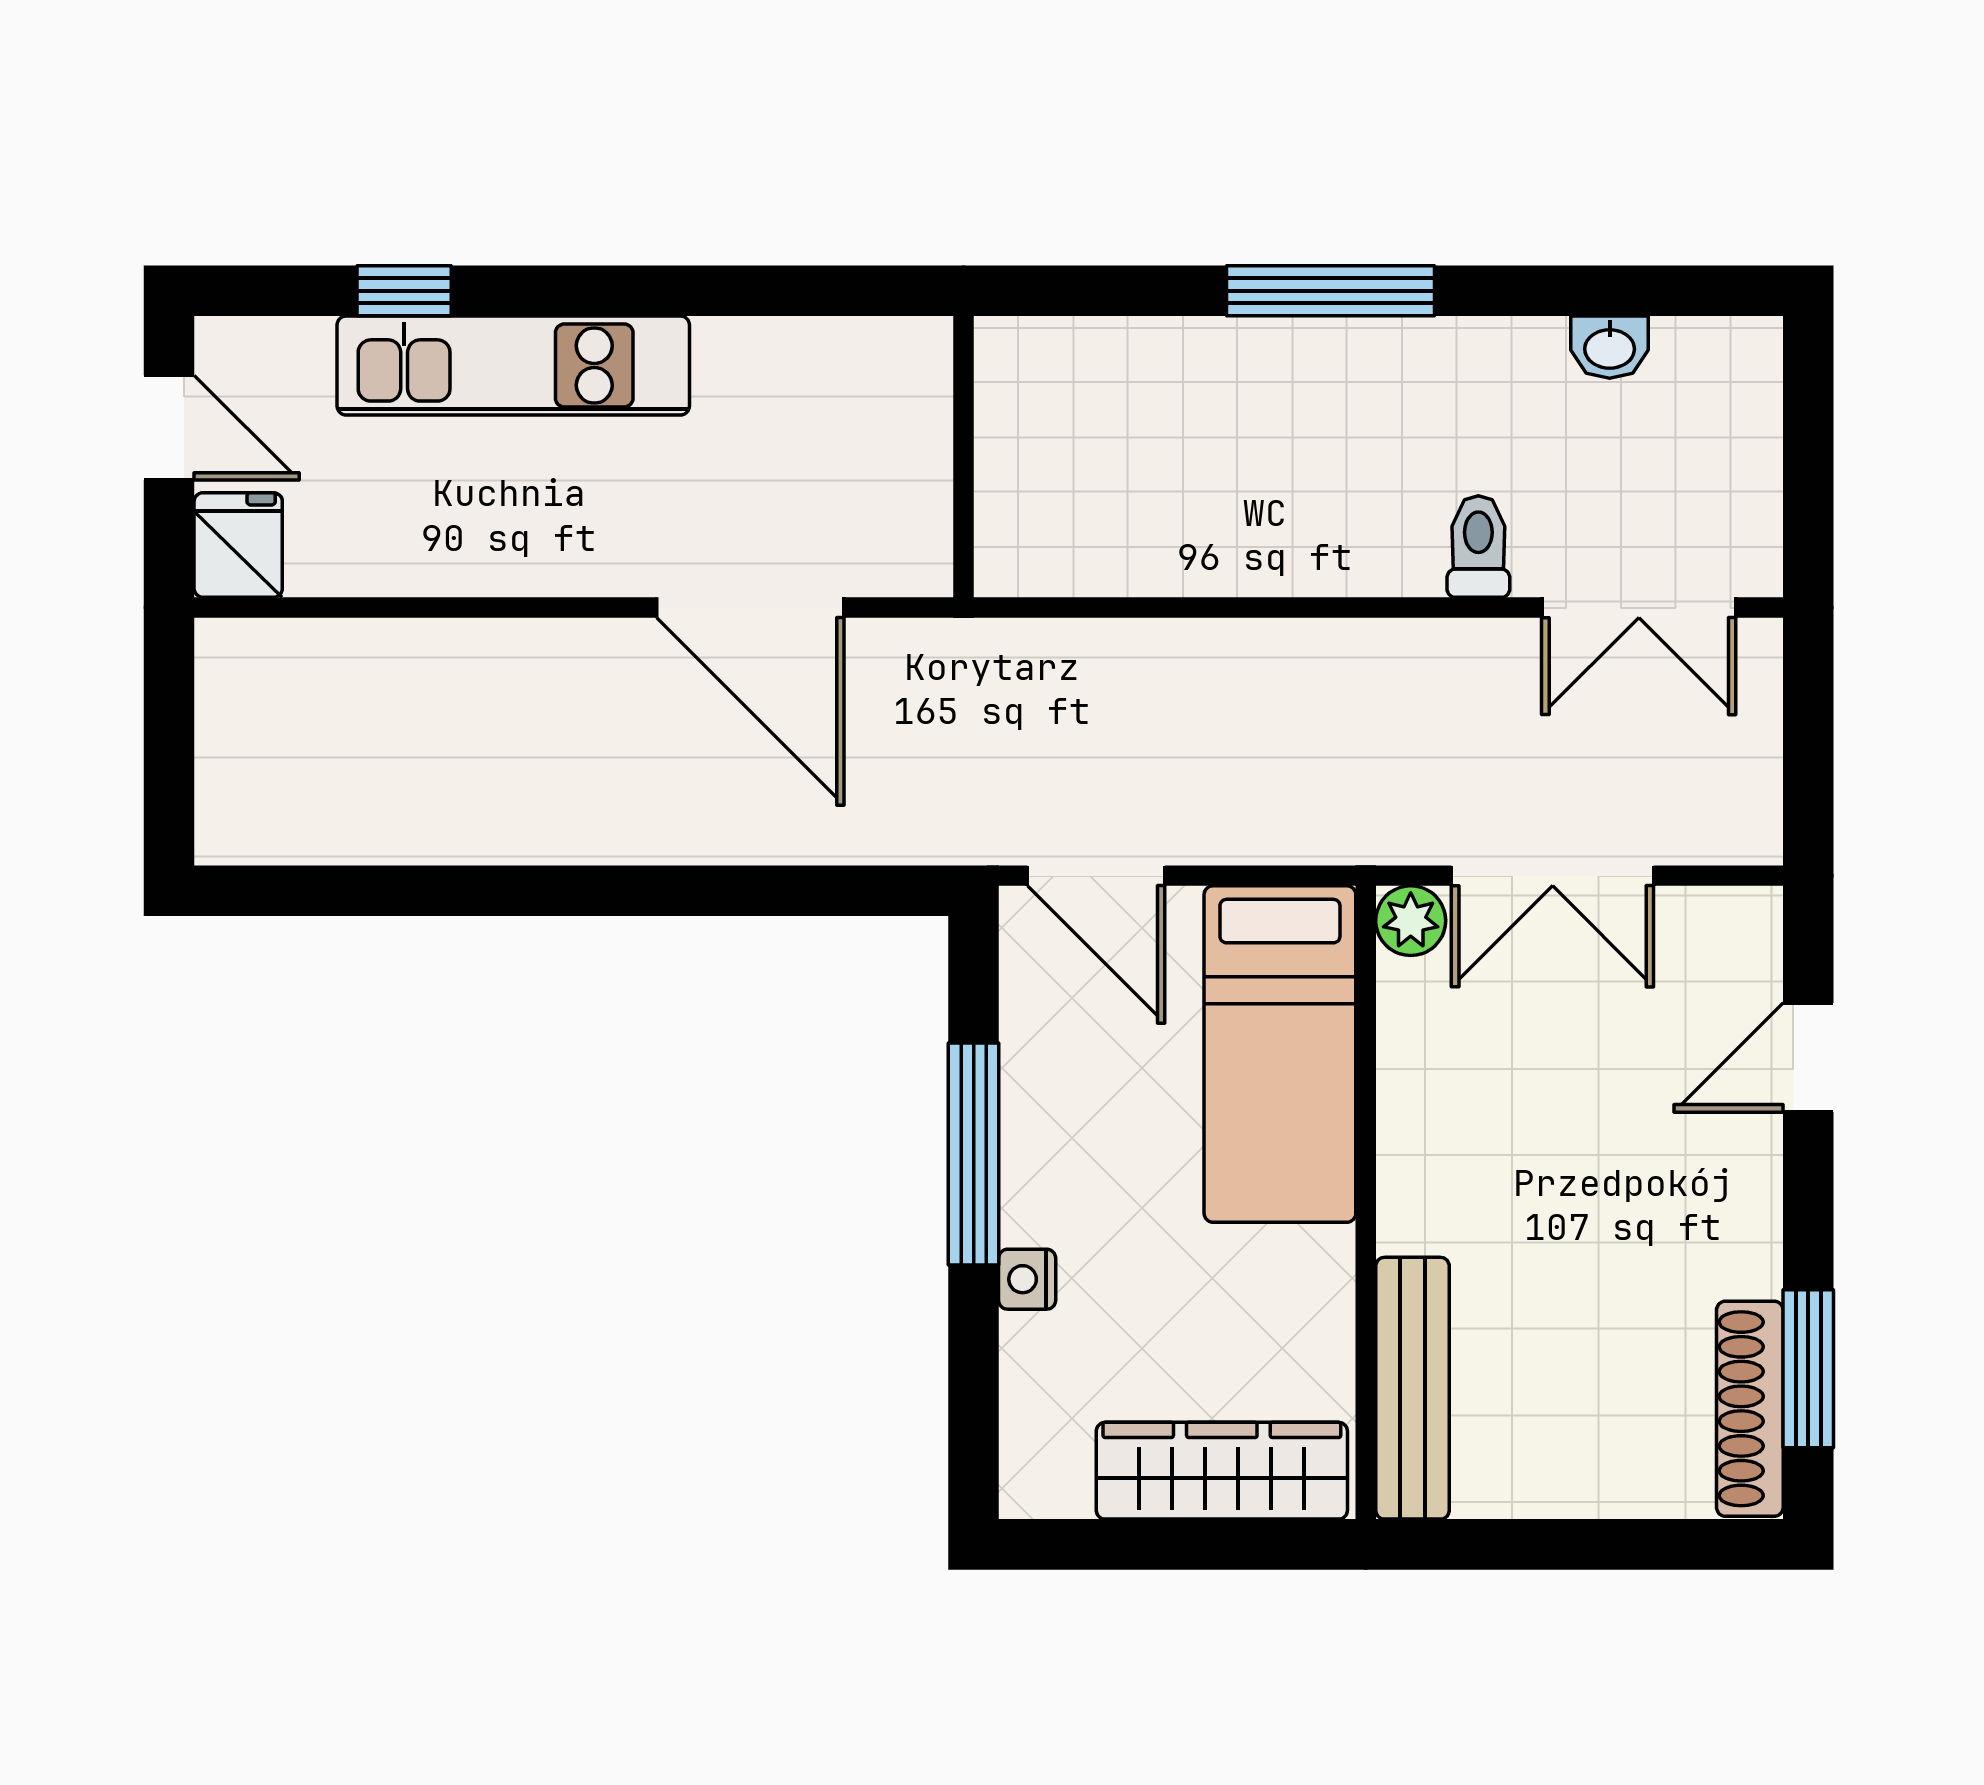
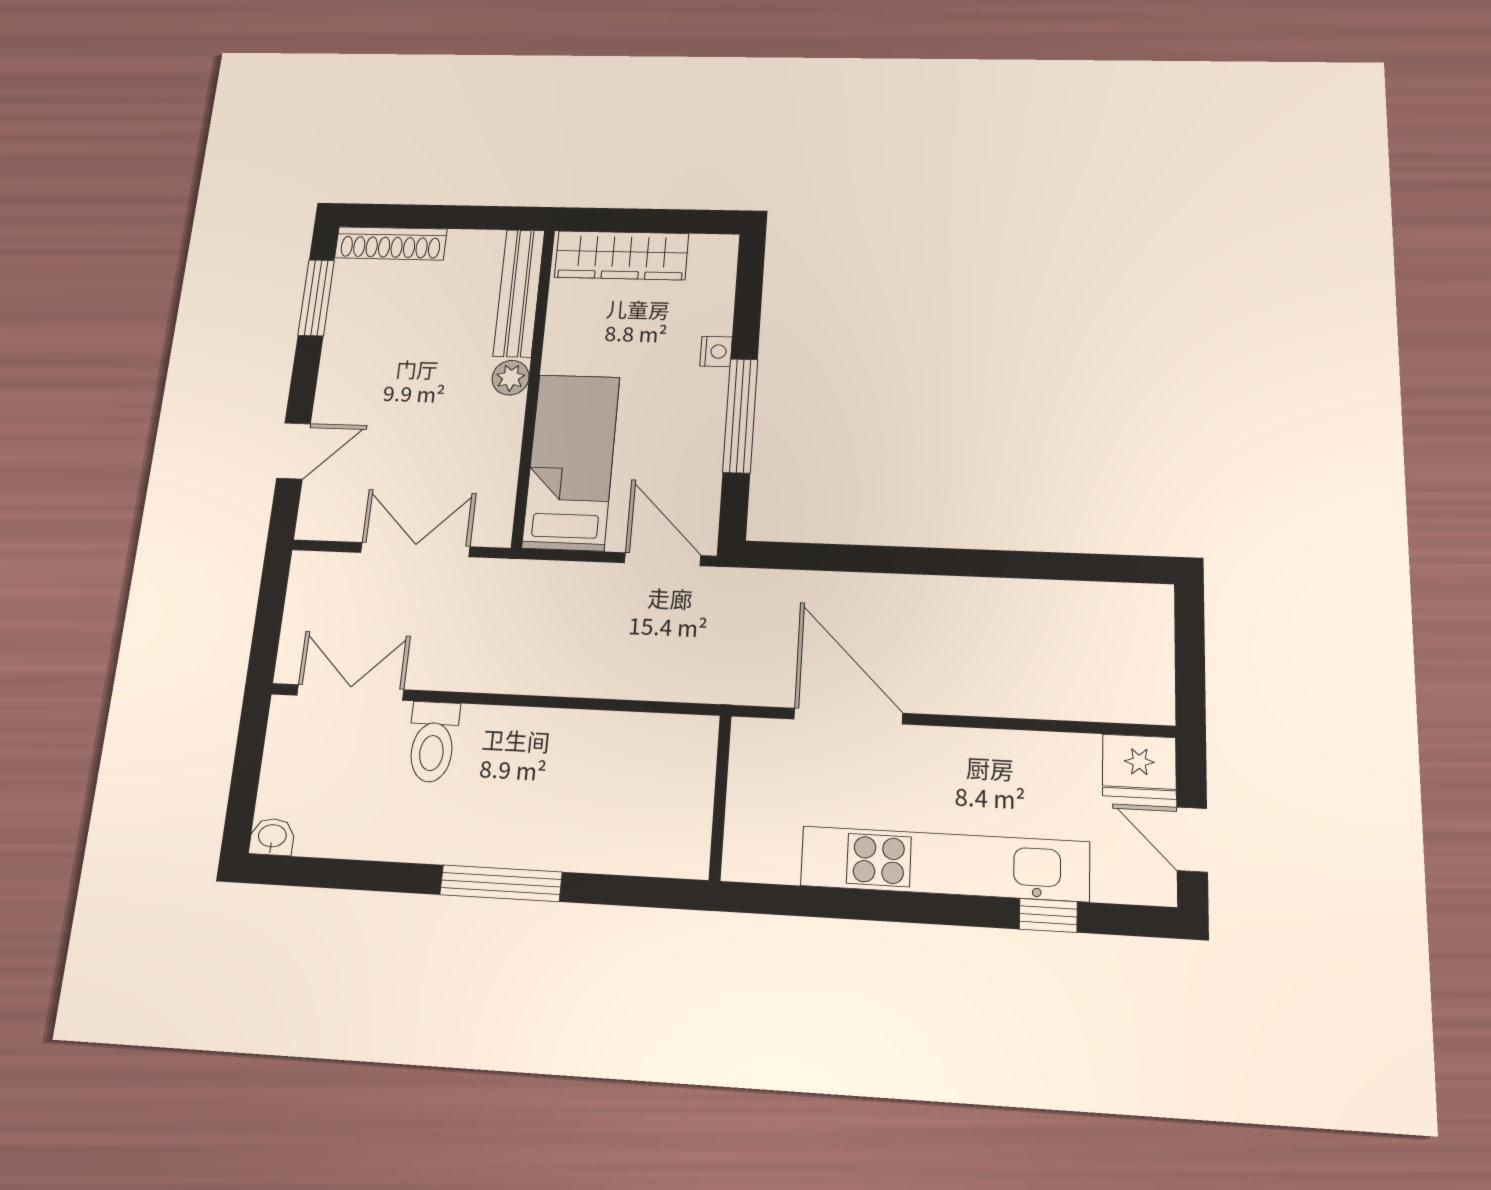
washbasin: (1610, 347) -> (272, 837), moved
kitchen unit: (513, 366) -> (945, 864), width x1.36
fridge: (238, 545) -> (1139, 767), width x1.38
toilet: (1478, 547) -> (433, 742), width x1.37, depth x1.39
plant: (1411, 921) -> (511, 378), moved
shoe rack: (1750, 1409) -> (391, 243), moved, turned 90

